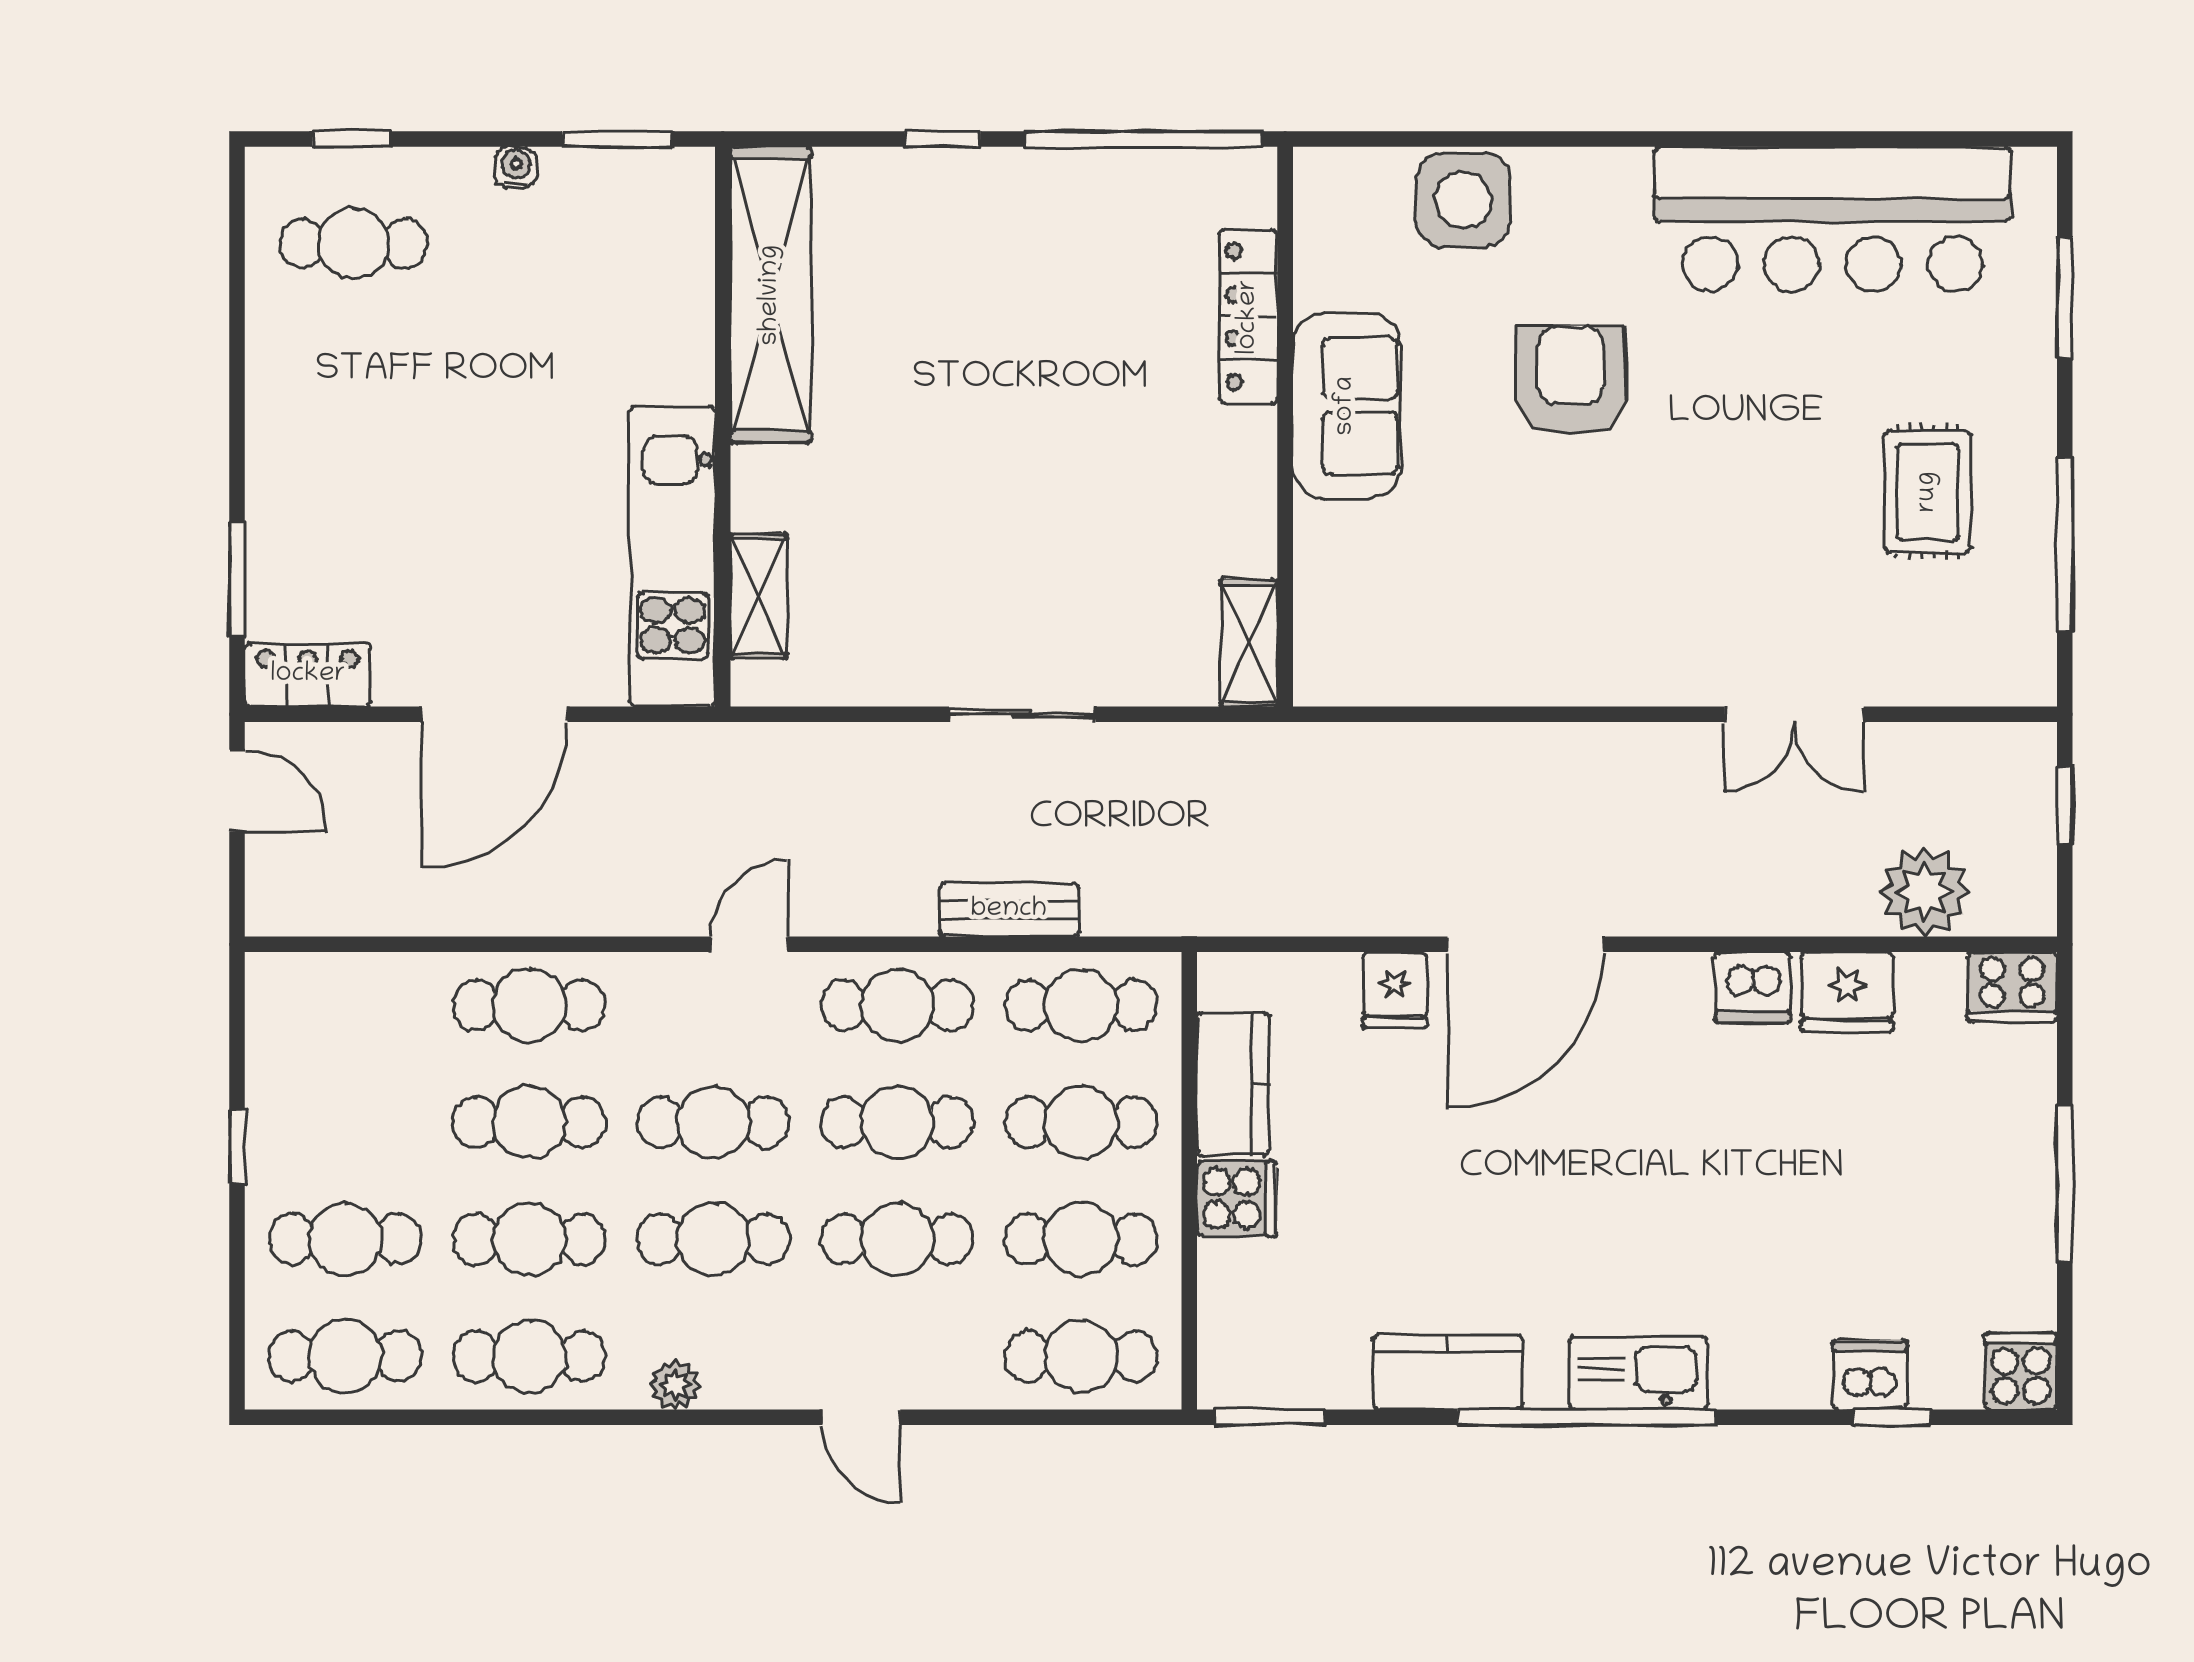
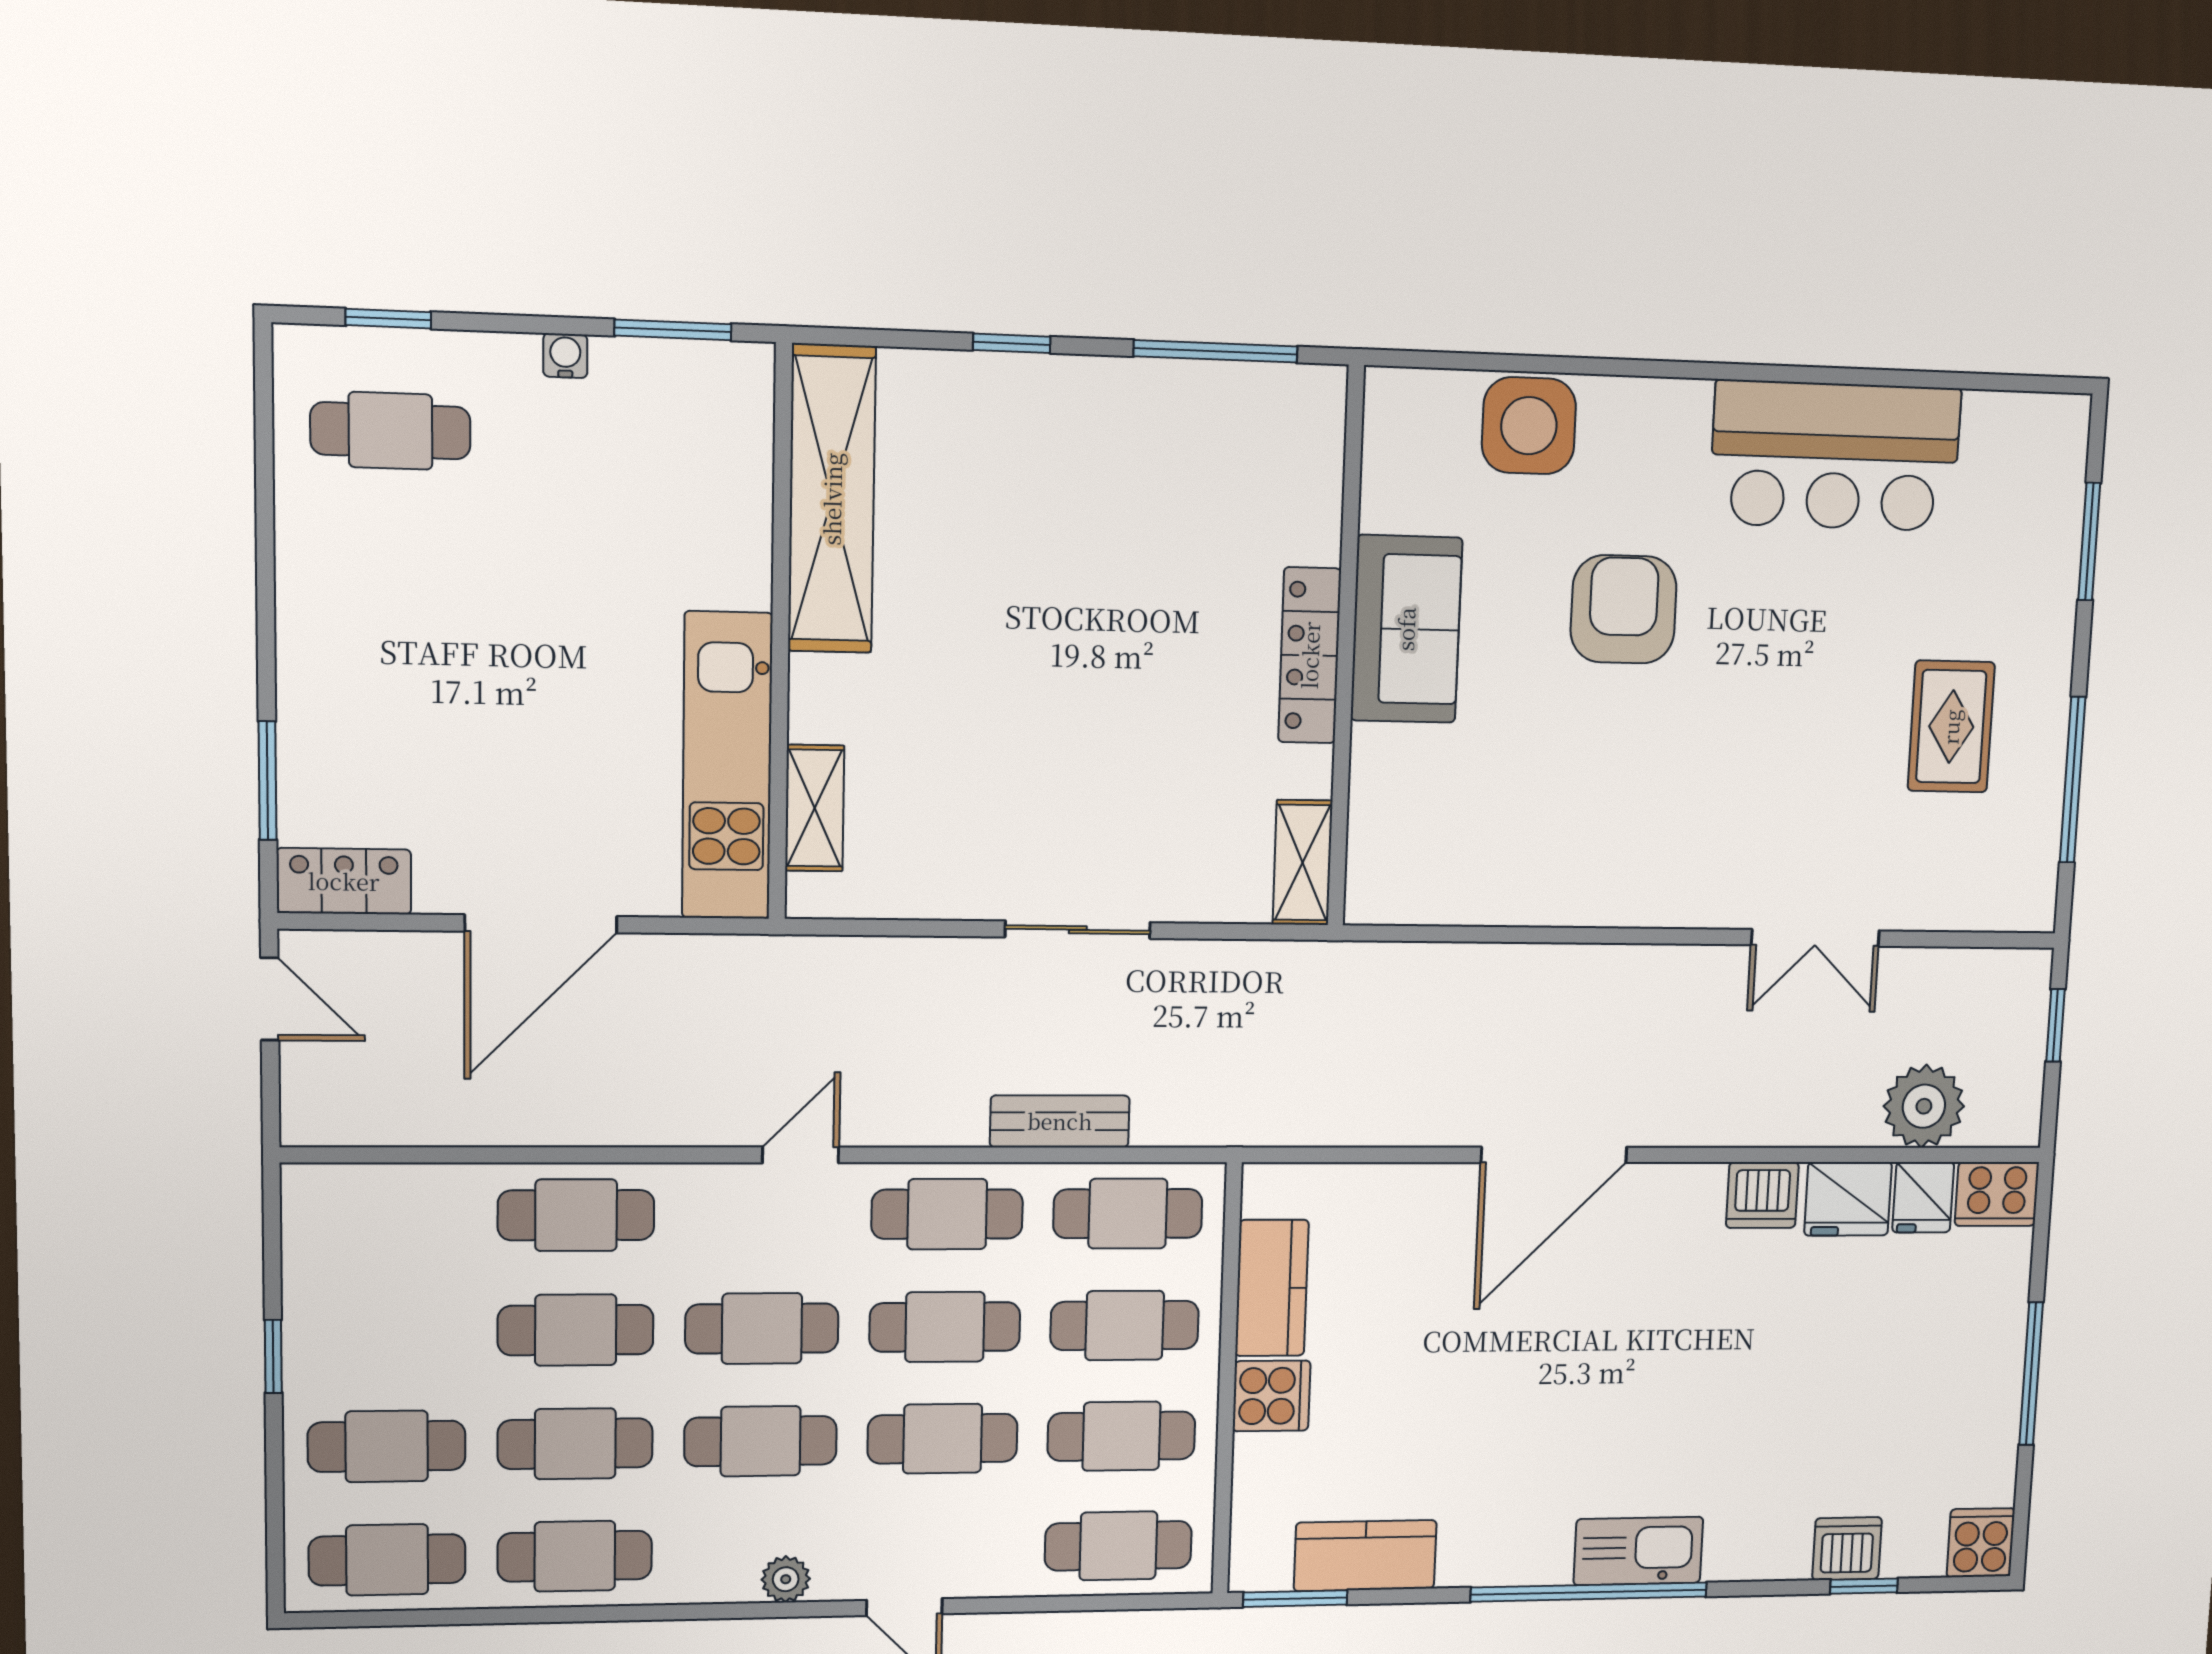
window: (1144, 139) -> (1216, 351), width x0.68
bar counter: (1833, 219) -> (1835, 456), width x0.73
locker: (1249, 317) -> (1310, 655), moved
fridge: (1395, 990) -> (1923, 1197), moved
kitchen counter: (1448, 1372) -> (1365, 1556), moved
plant: (675, 1385) -> (786, 1579), moved

